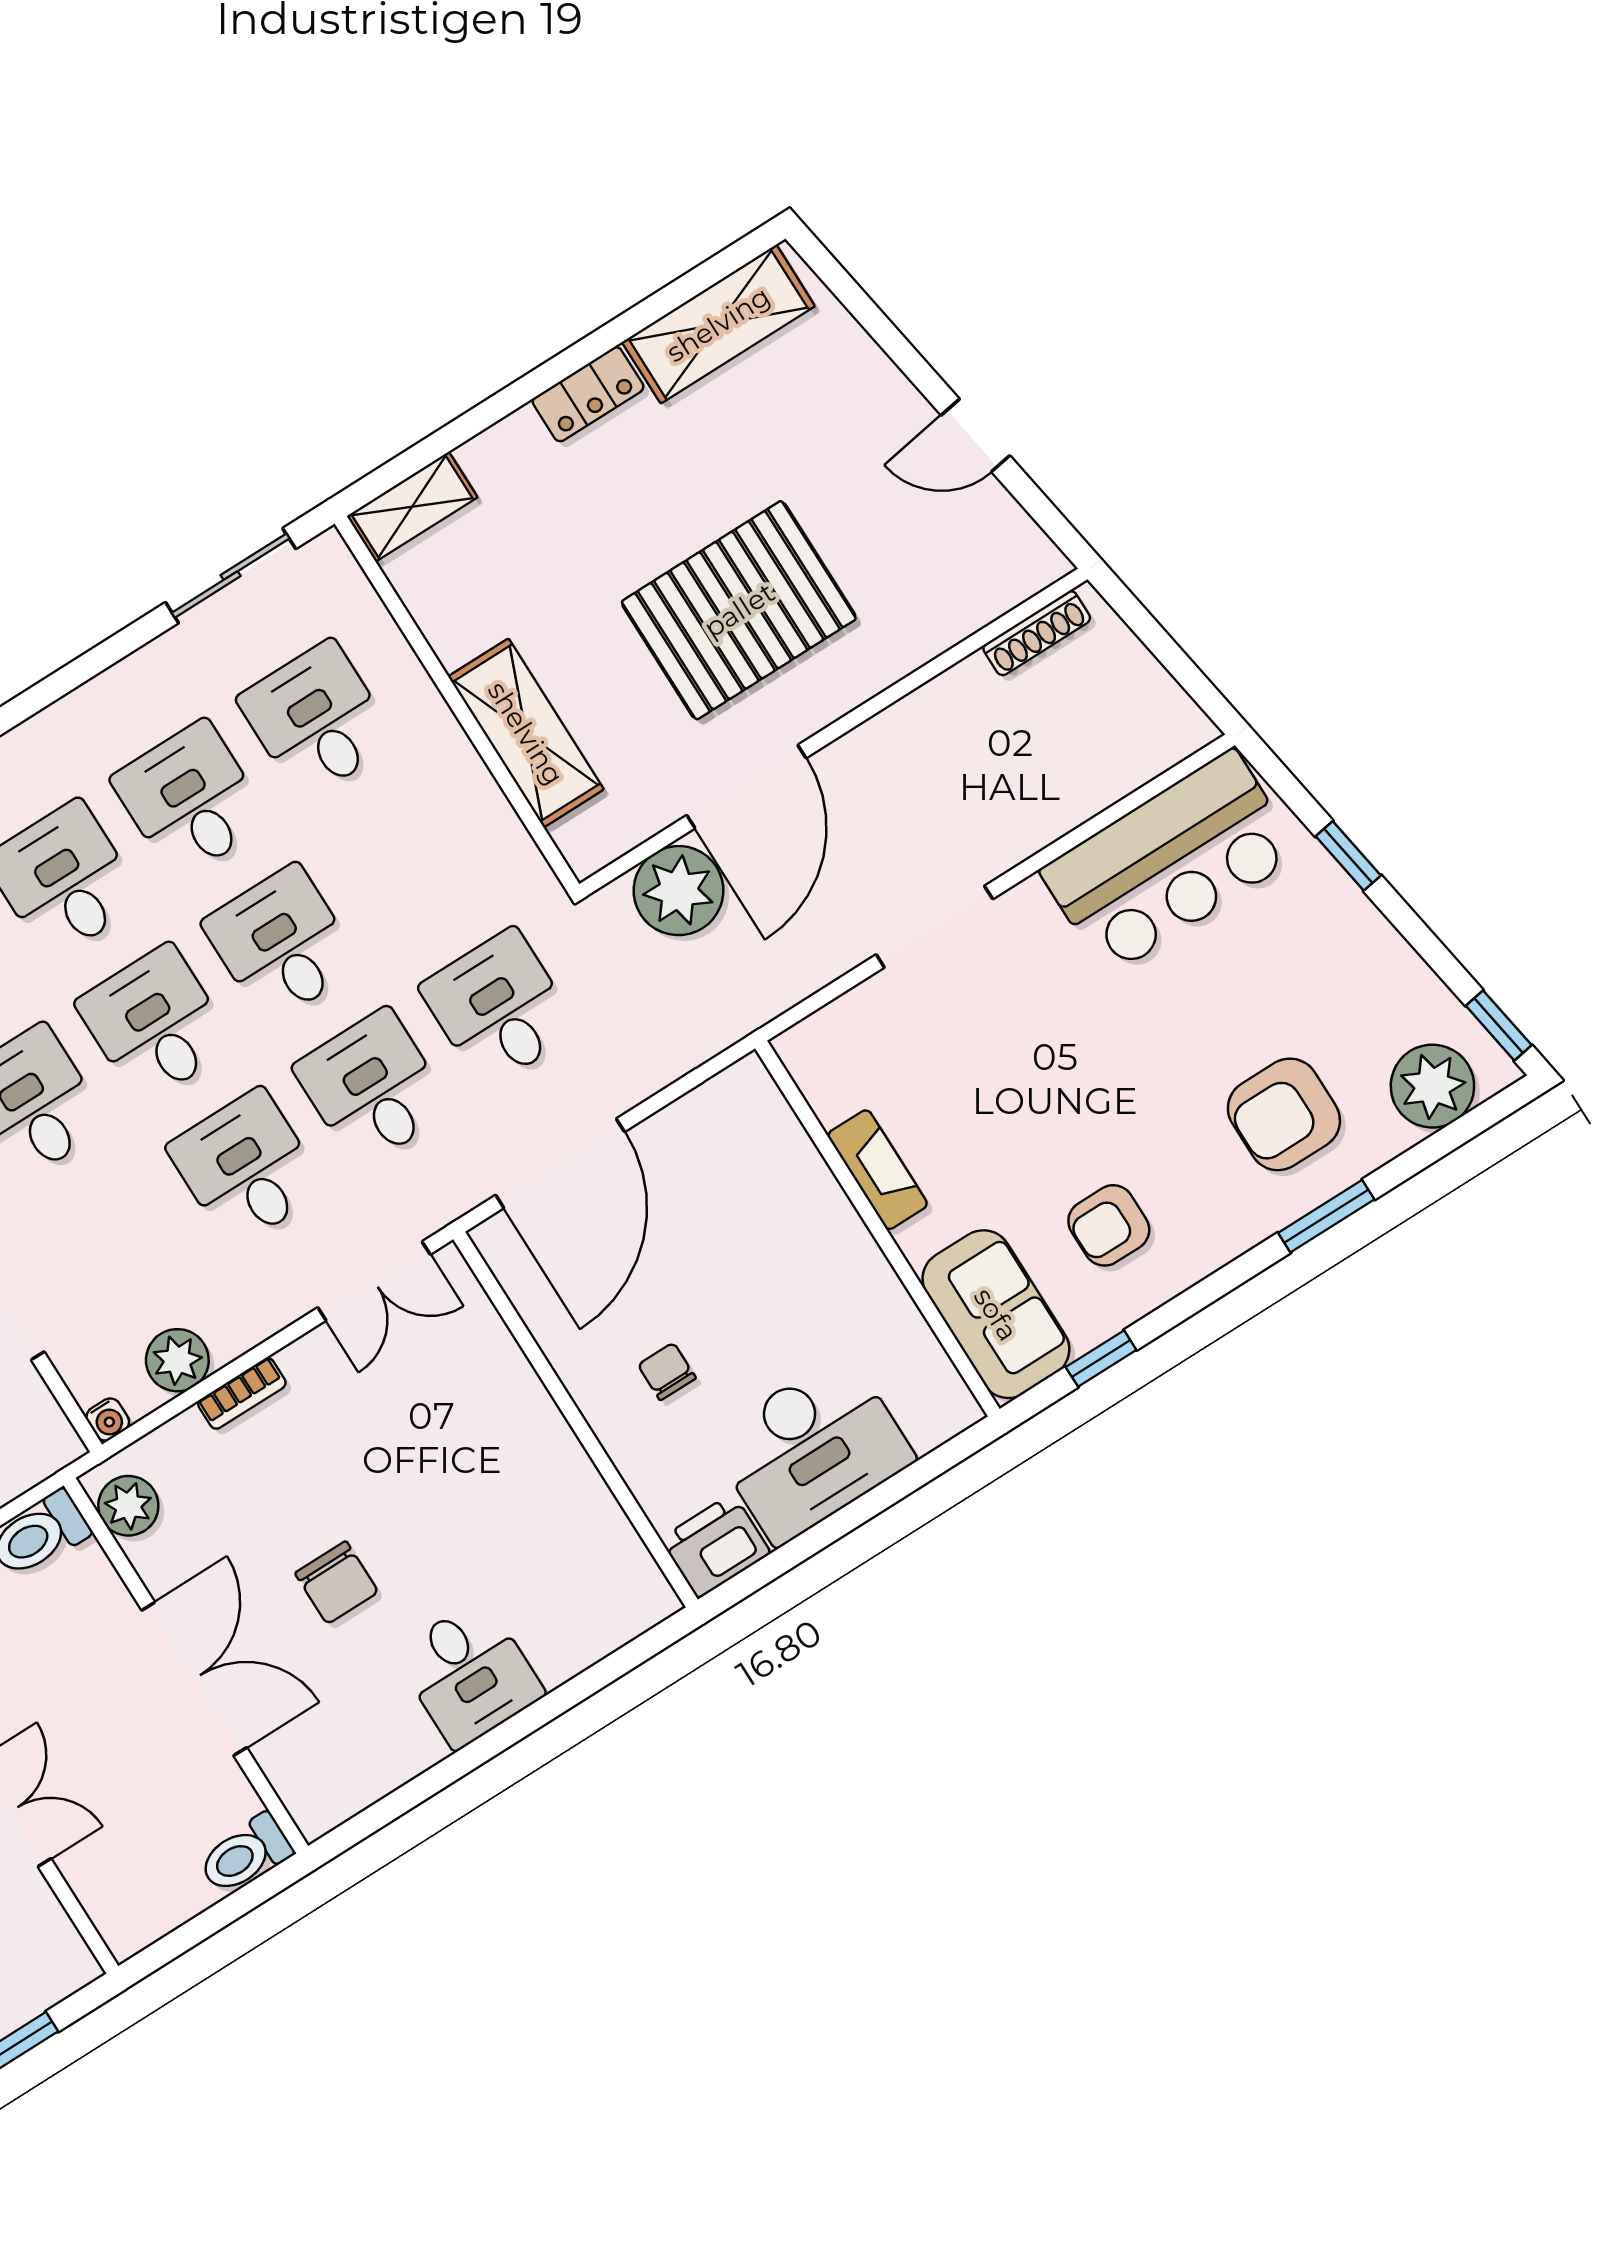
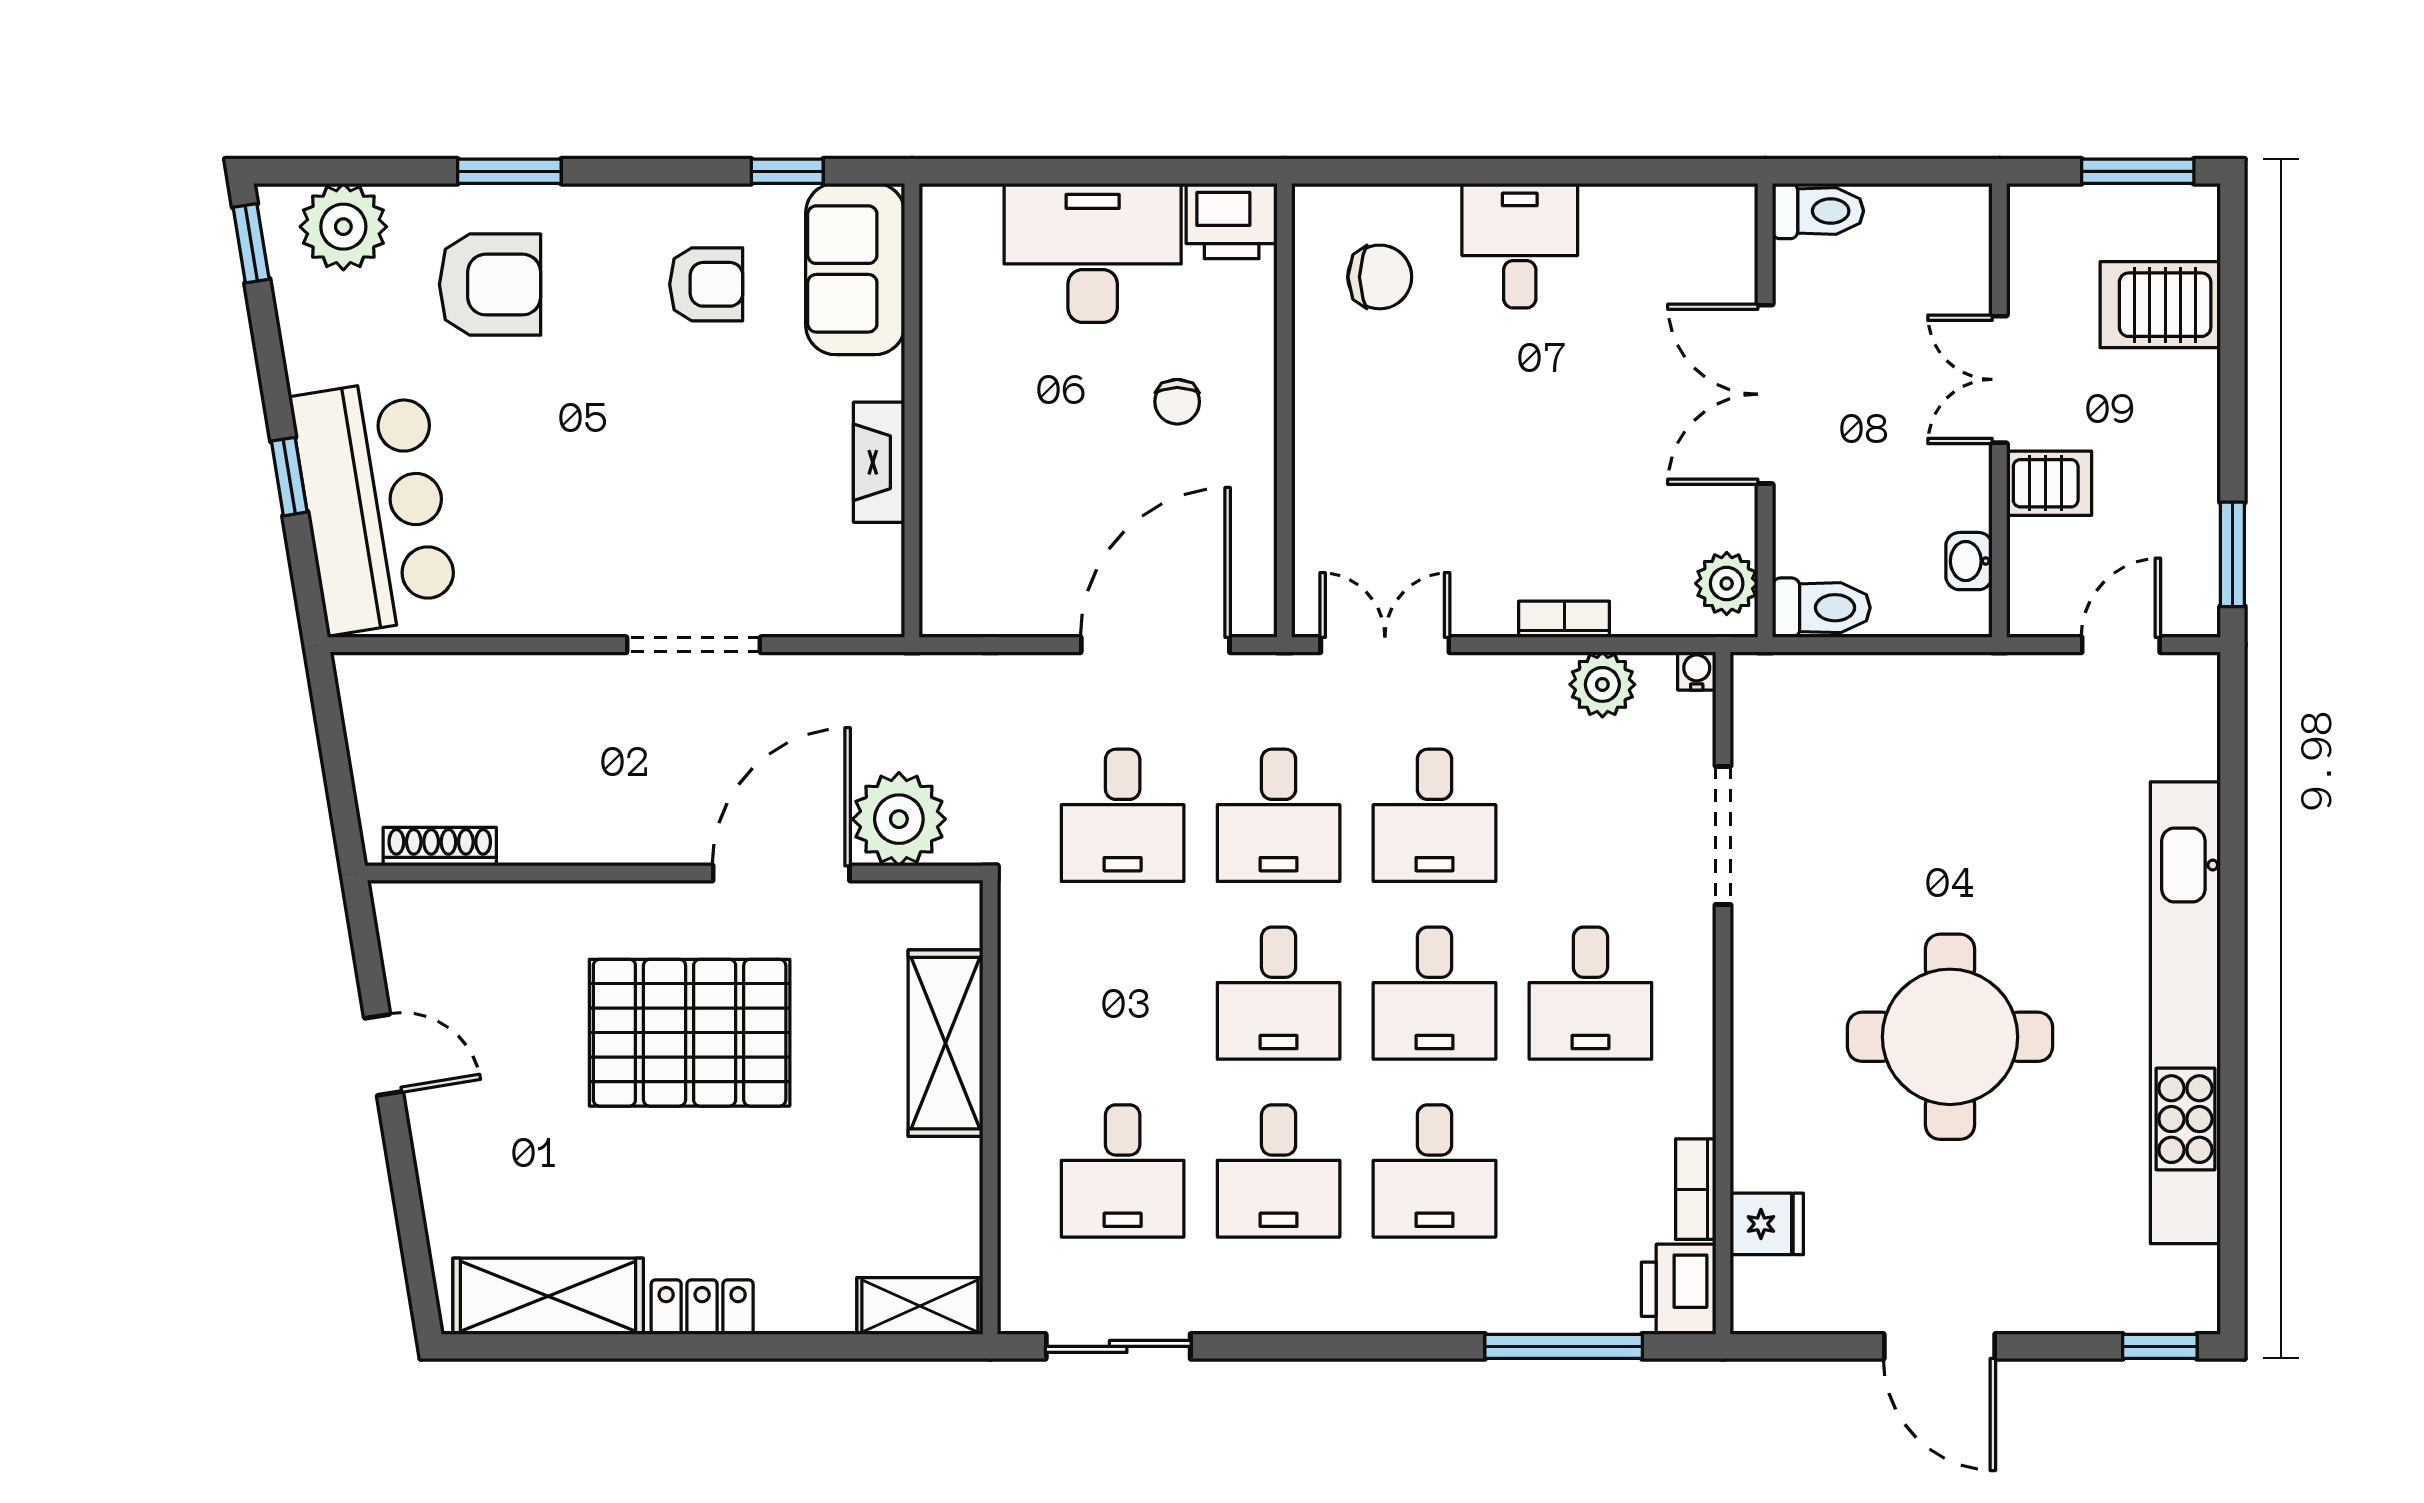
bar counter: (1170, 862) -> (374, 506), moved, turned 81
chair: (337, 1583) -> (1380, 277), moved, turned 90

